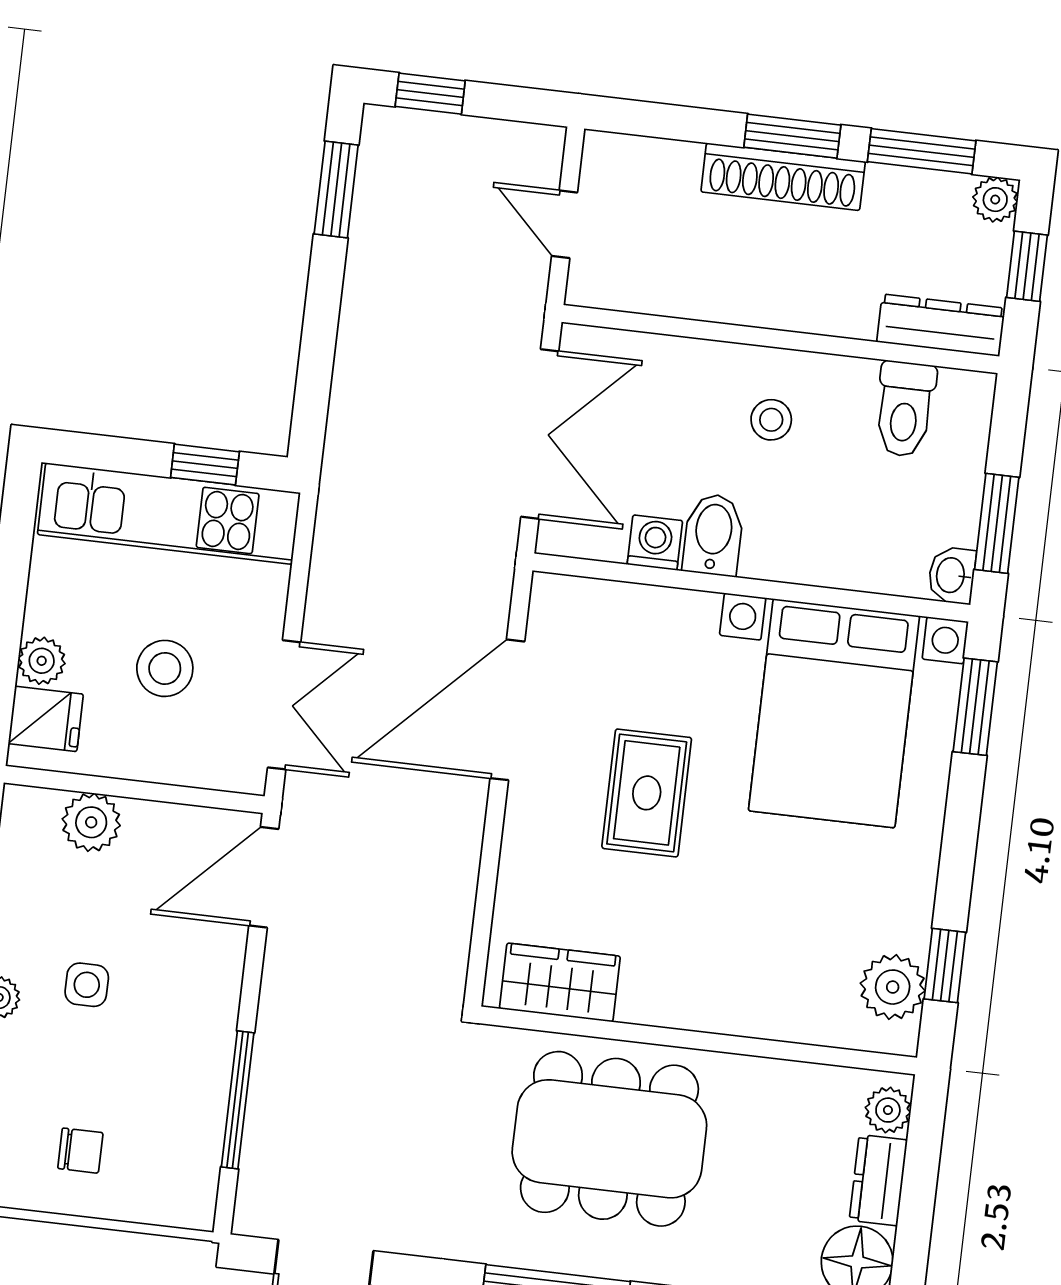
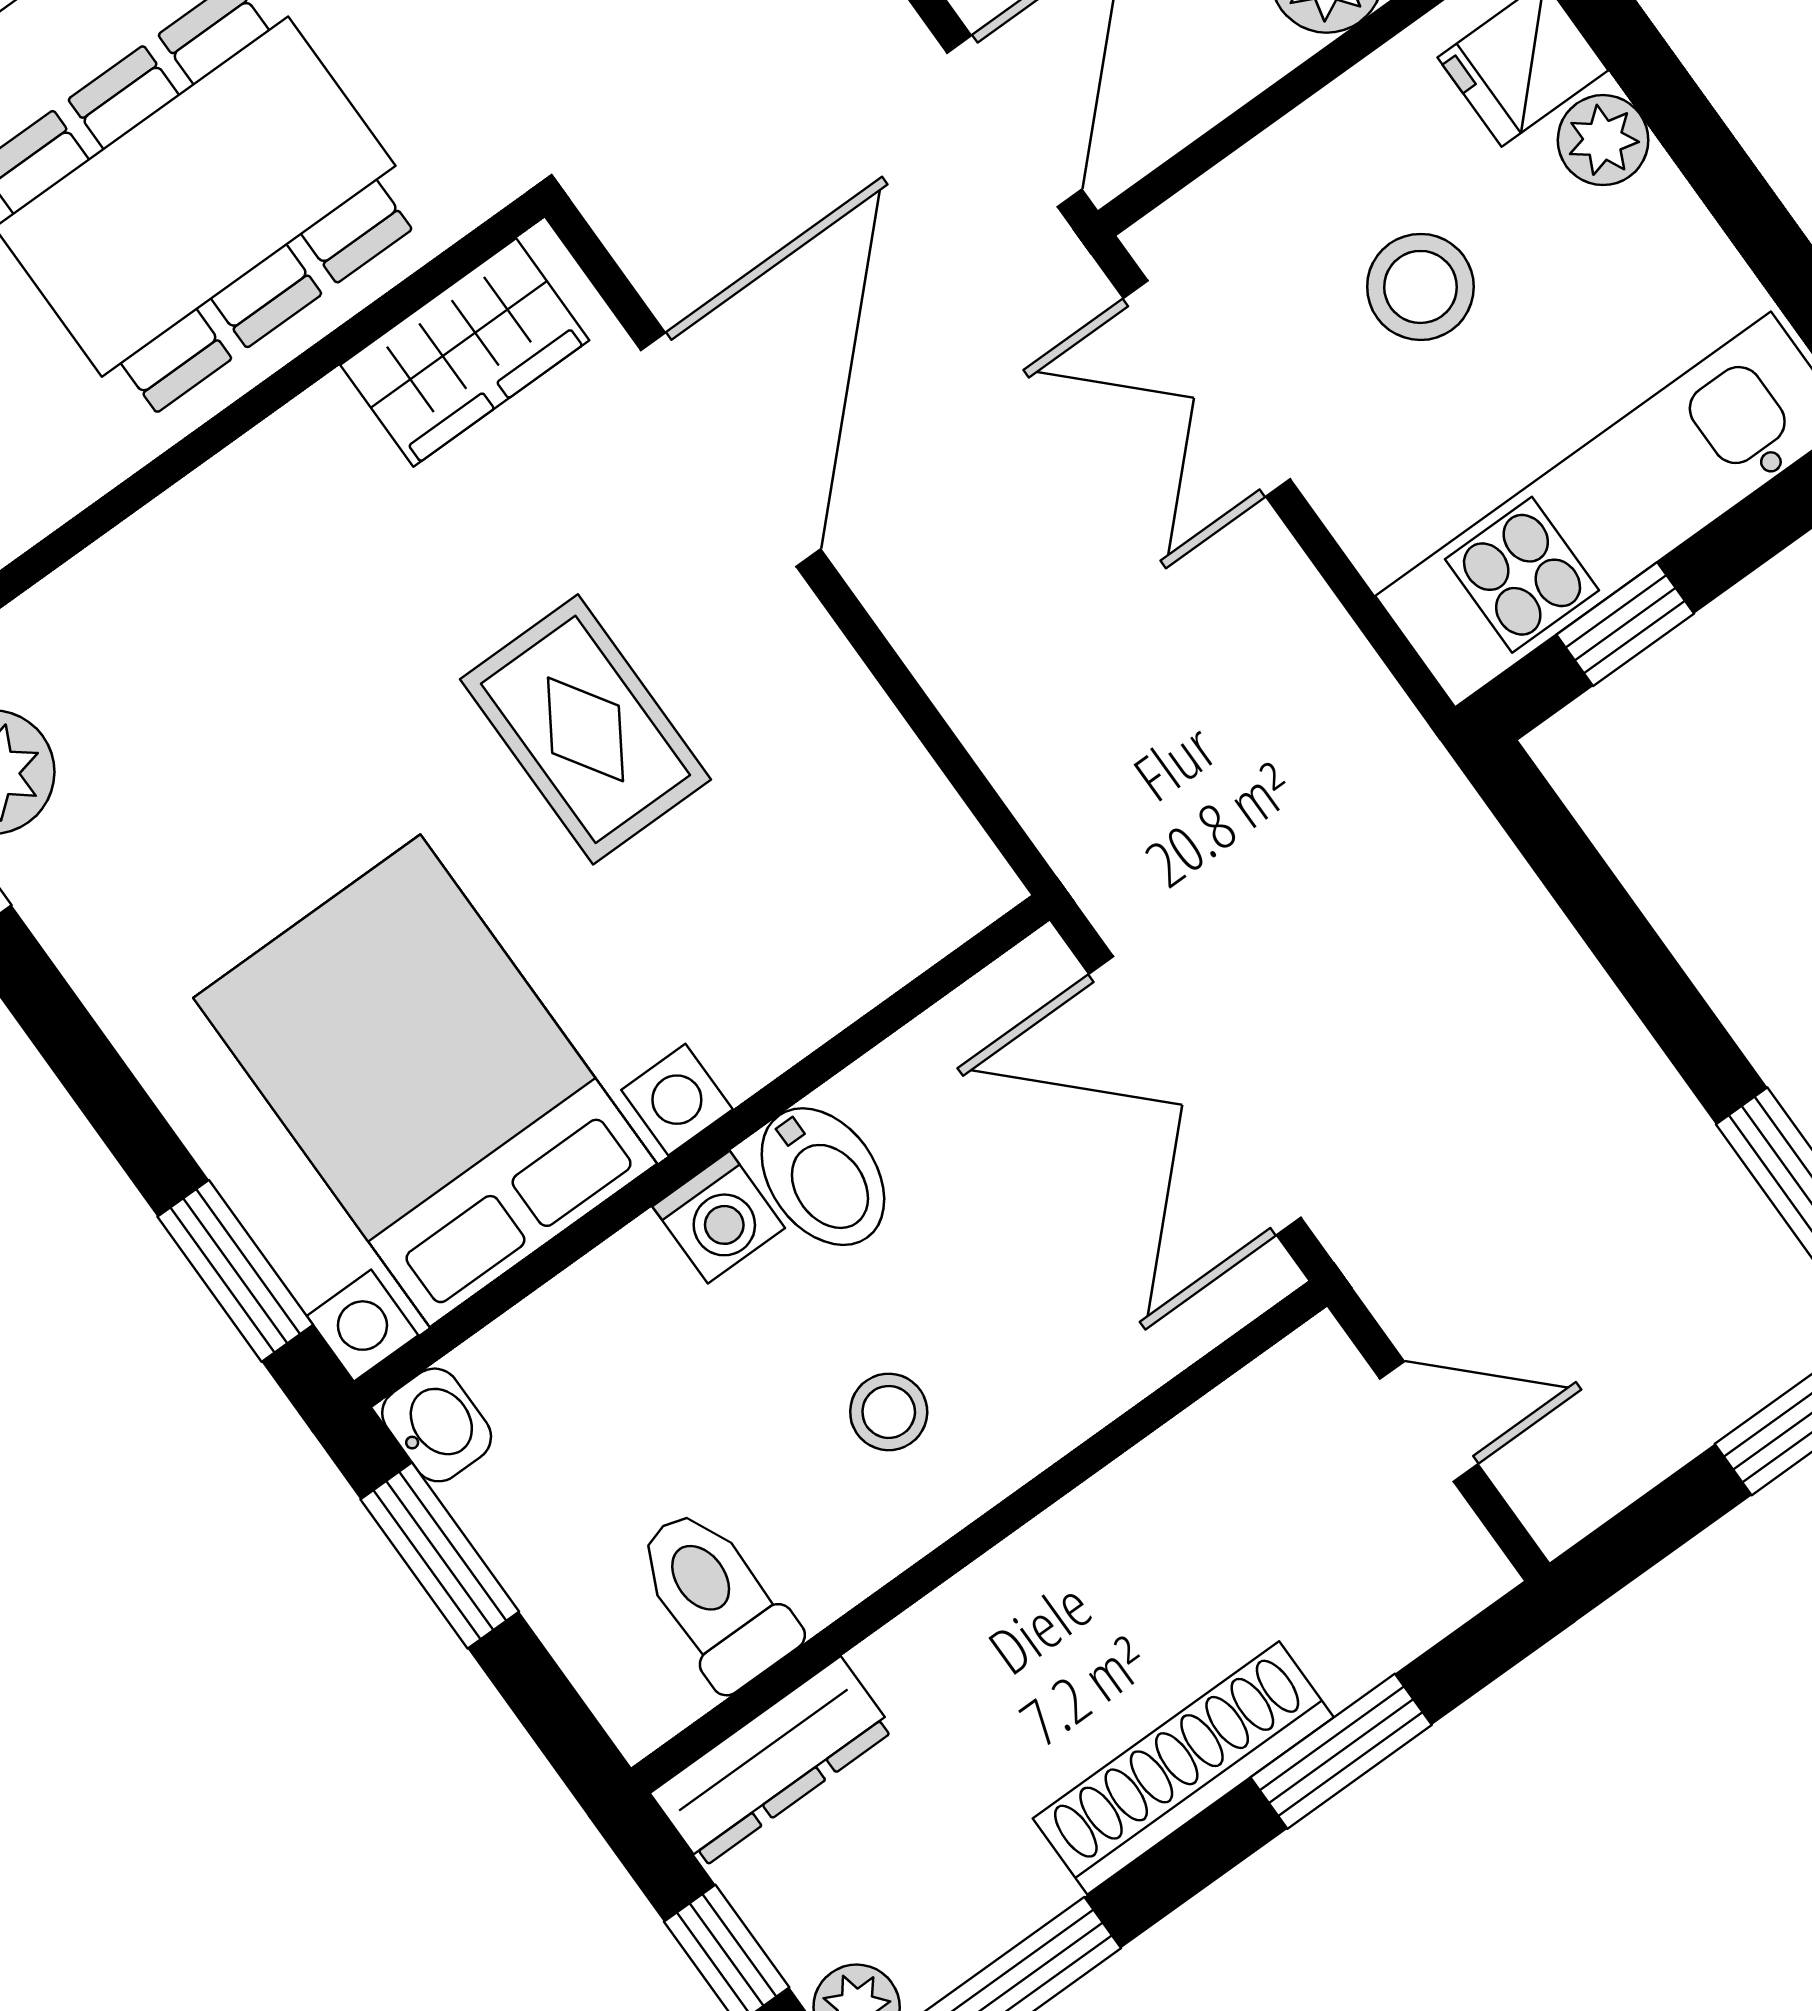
window: (792, 136) -> (1341, 1751), moved
washing machine: (655, 543) -> (719, 1217), moved
door: (507, 710) -> (731, 450), moved

